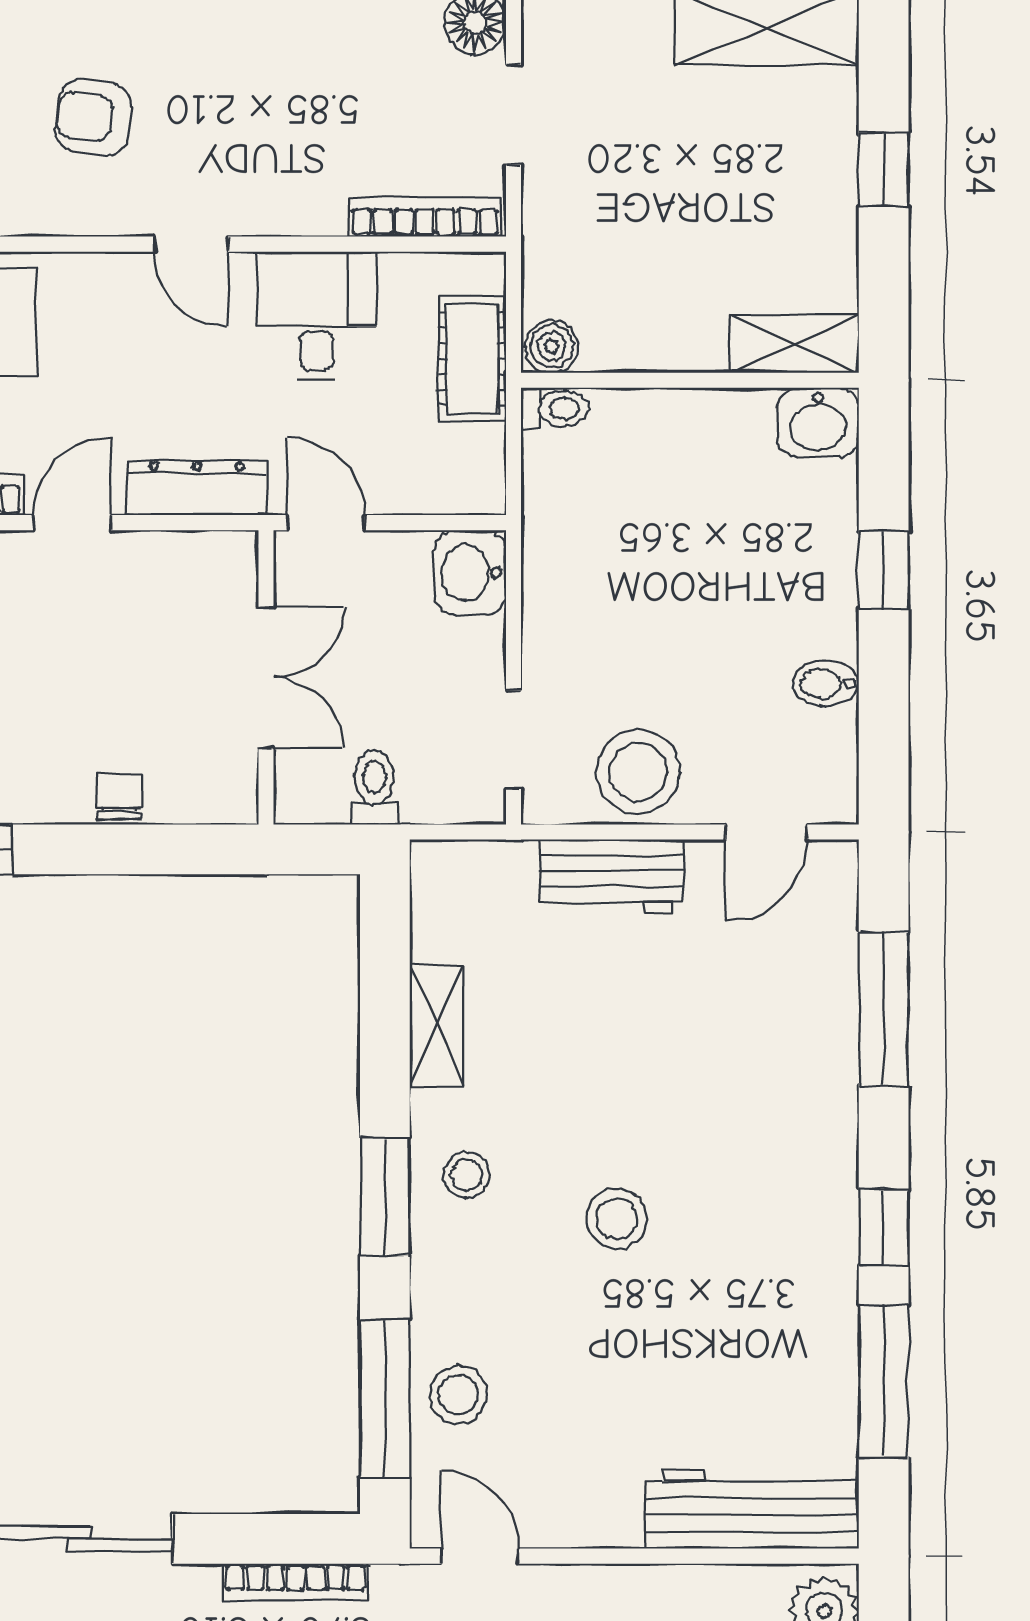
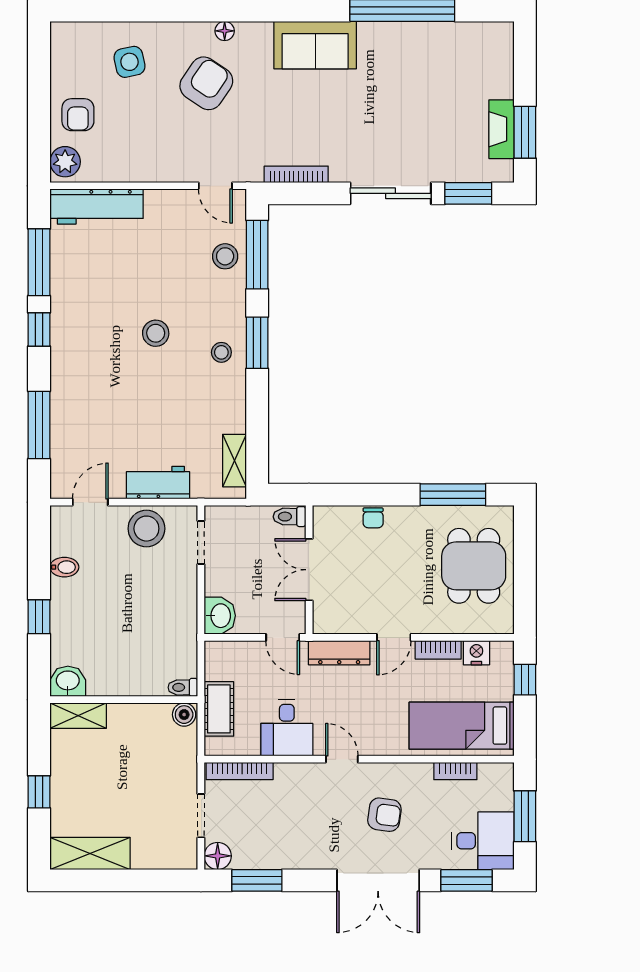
toilet: (374, 787) -> (289, 517), moved, turned 90
shelving: (437, 1026) -> (234, 461), moved

